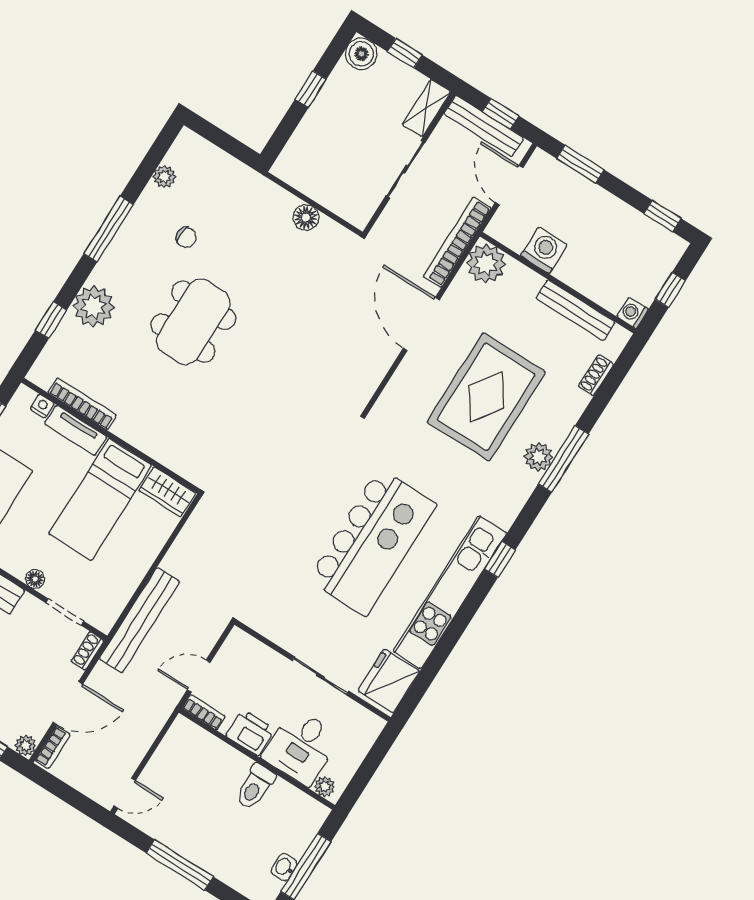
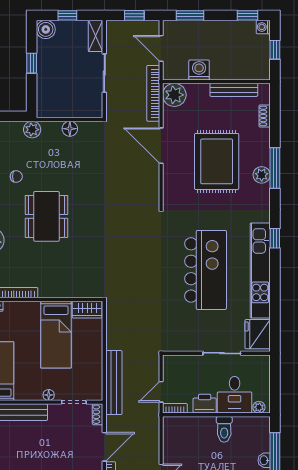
bench: (484, 126) -> (130, 27), removed
plant: (251, 185) -> (32, 130), added
washing machine: (633, 313) -> (263, 27), moved
tv unit: (76, 430) -> (22, 308), removed

